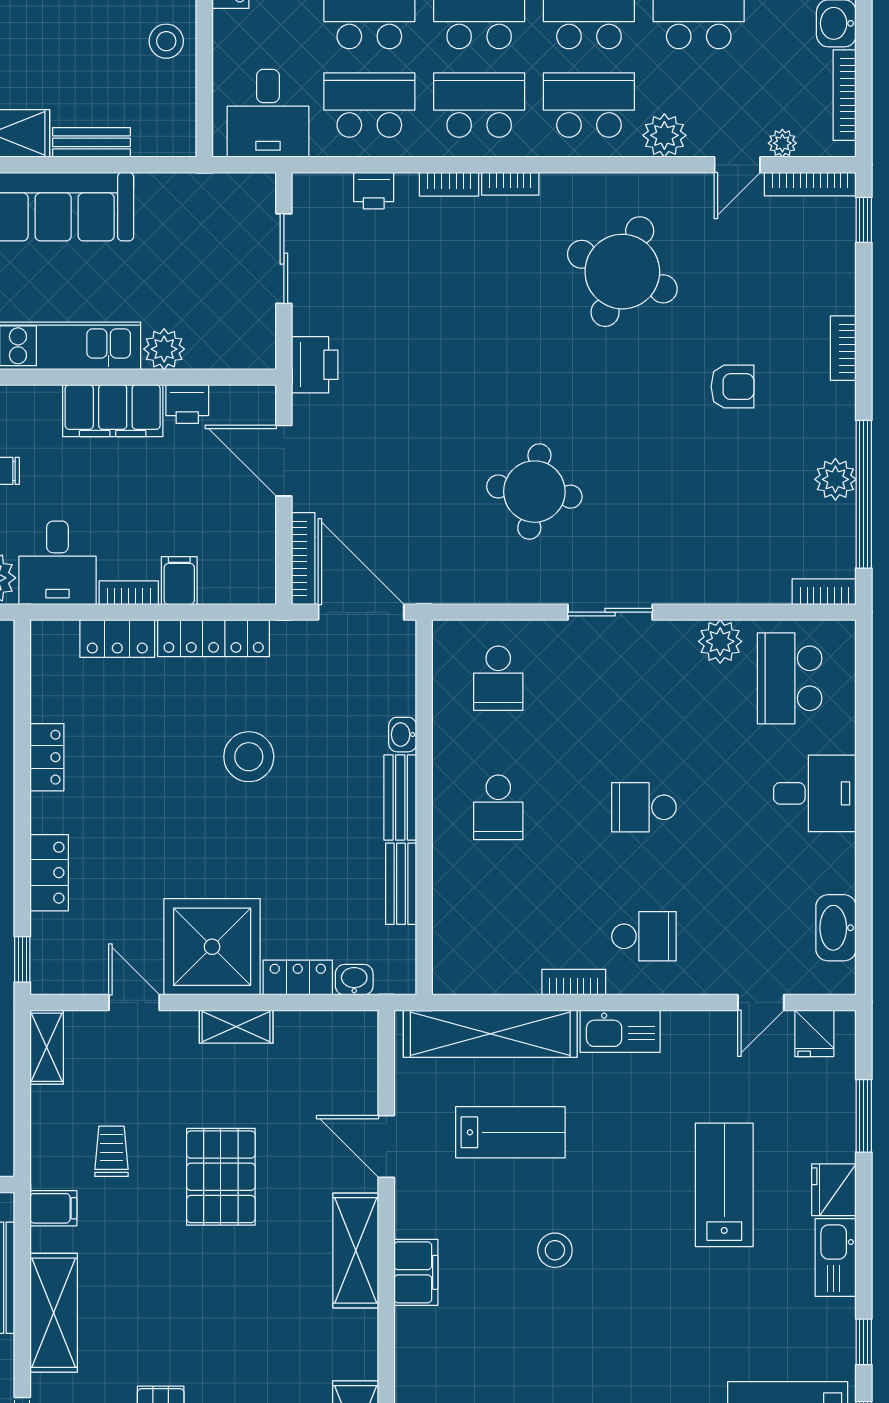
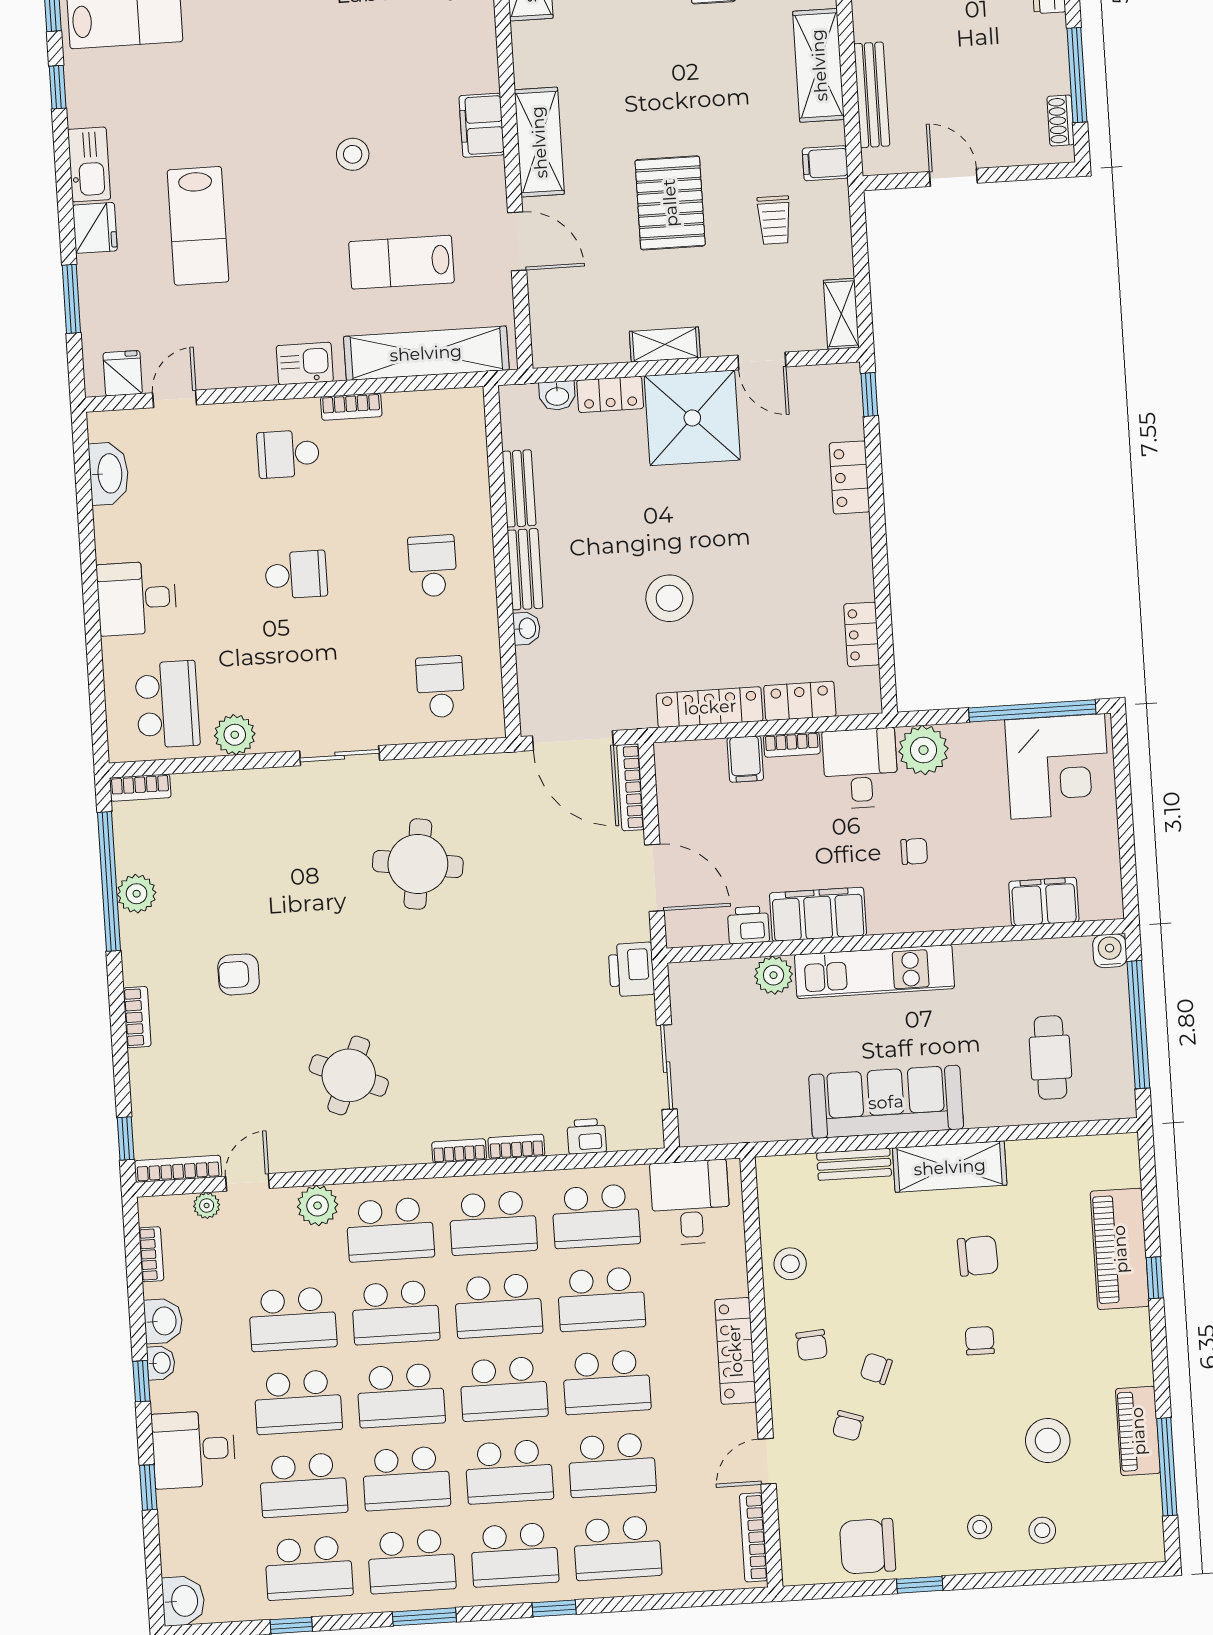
bookcase: (845, 95) -> (151, 1254), width x0.64
round table: (622, 272) -> (349, 1075), width x0.73, depth x0.73
locker: (47, 757) -> (862, 634), moved
kitchen sink: (620, 1031) -> (305, 364), width x0.73

